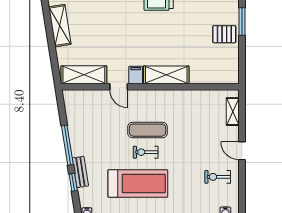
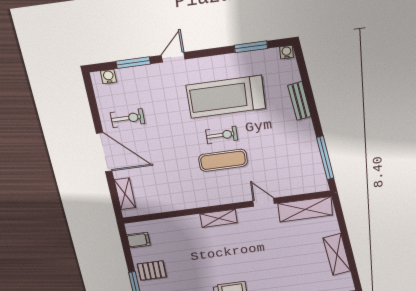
filing cabinet: (136, 75) -> (138, 240), moved, turned -90
shelving: (166, 75) -> (219, 218), width x0.67, depth x0.75
window: (67, 145) -> (325, 158), moved
door: (242, 151) -> (104, 152), width x1.88
window: (73, 182) -> (307, 87), removed

